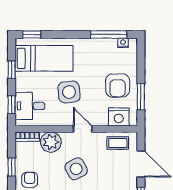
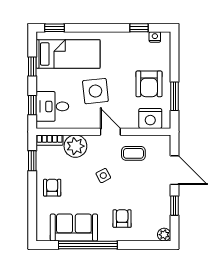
window: (109, 35) -> (139, 28), width x0.46
coffee table: (118, 143) -> (133, 153), moved
window: (12, 167) -> (32, 161), moved
side table: (76, 169) -> (103, 176), width x0.54, depth x0.54

